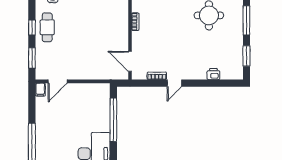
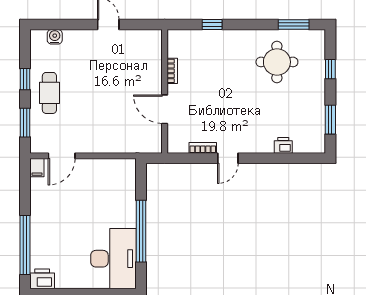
window: (246, 20) -> (330, 69), width x0.46
cafe table: (47, 27) -> (49, 93), moved
door: (130, 61) -> (165, 109), moved
window: (113, 120) -> (141, 231), moved

